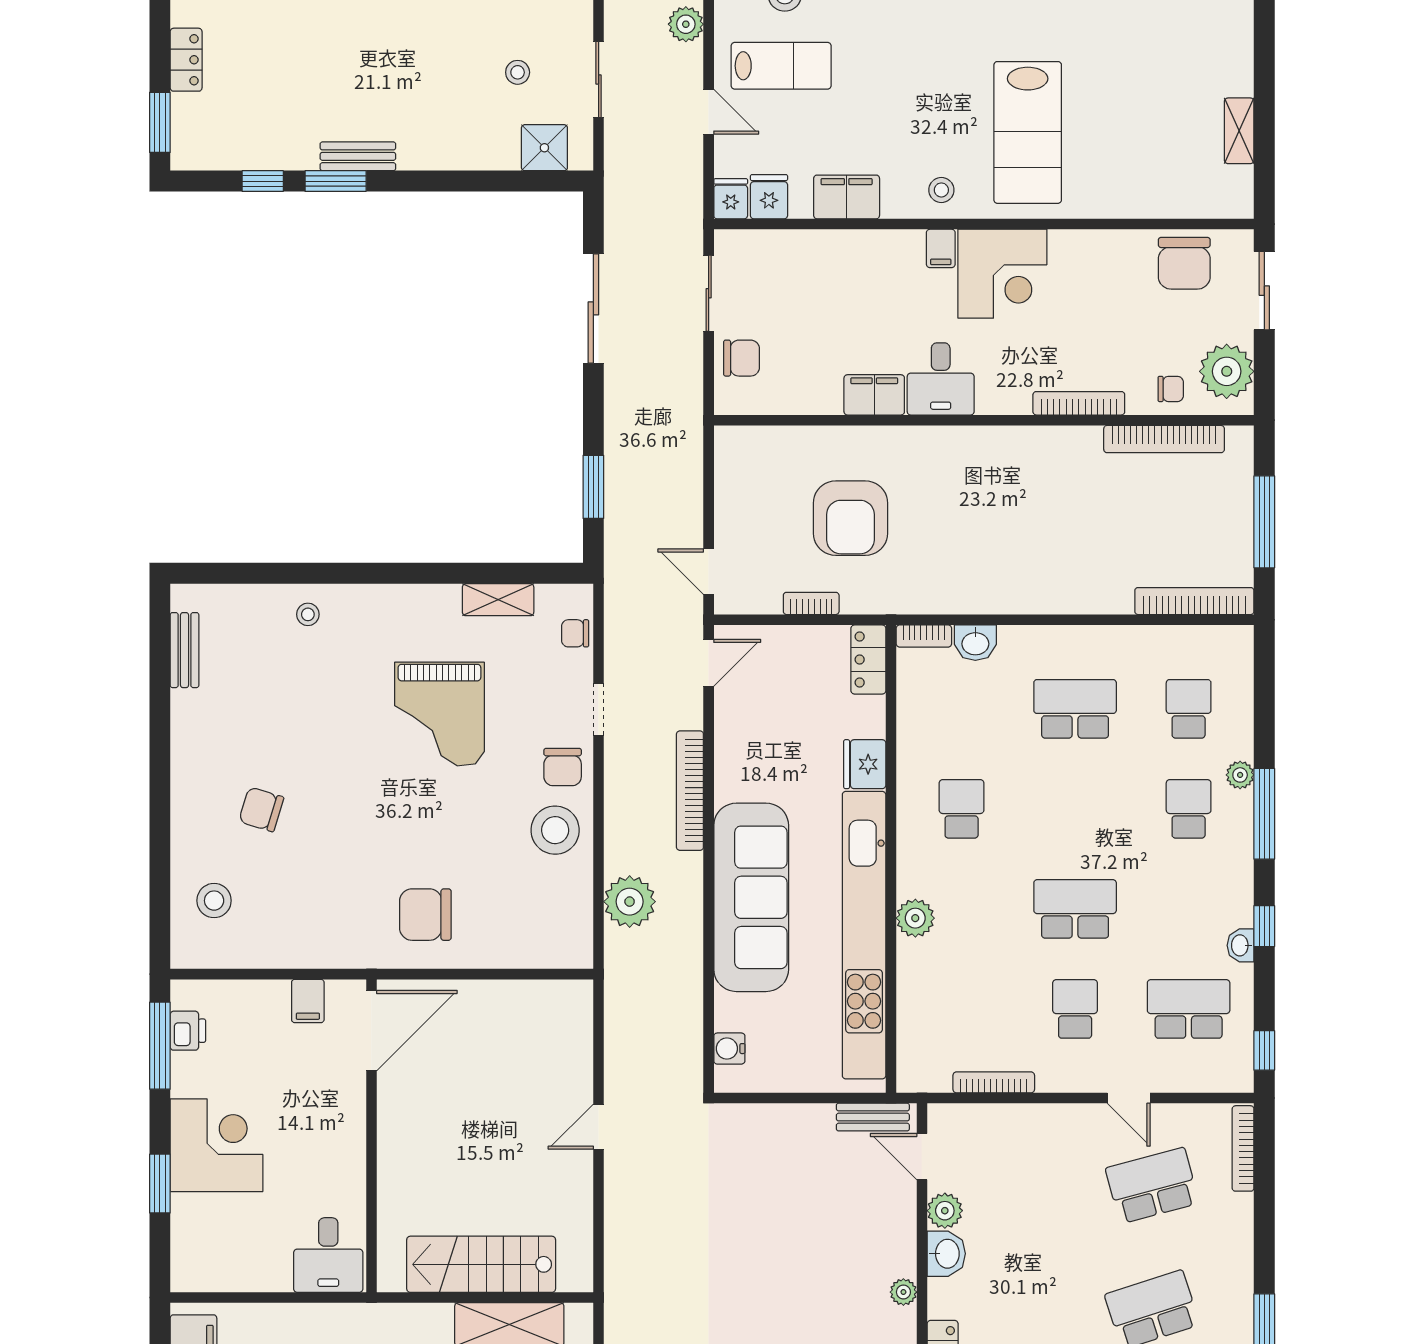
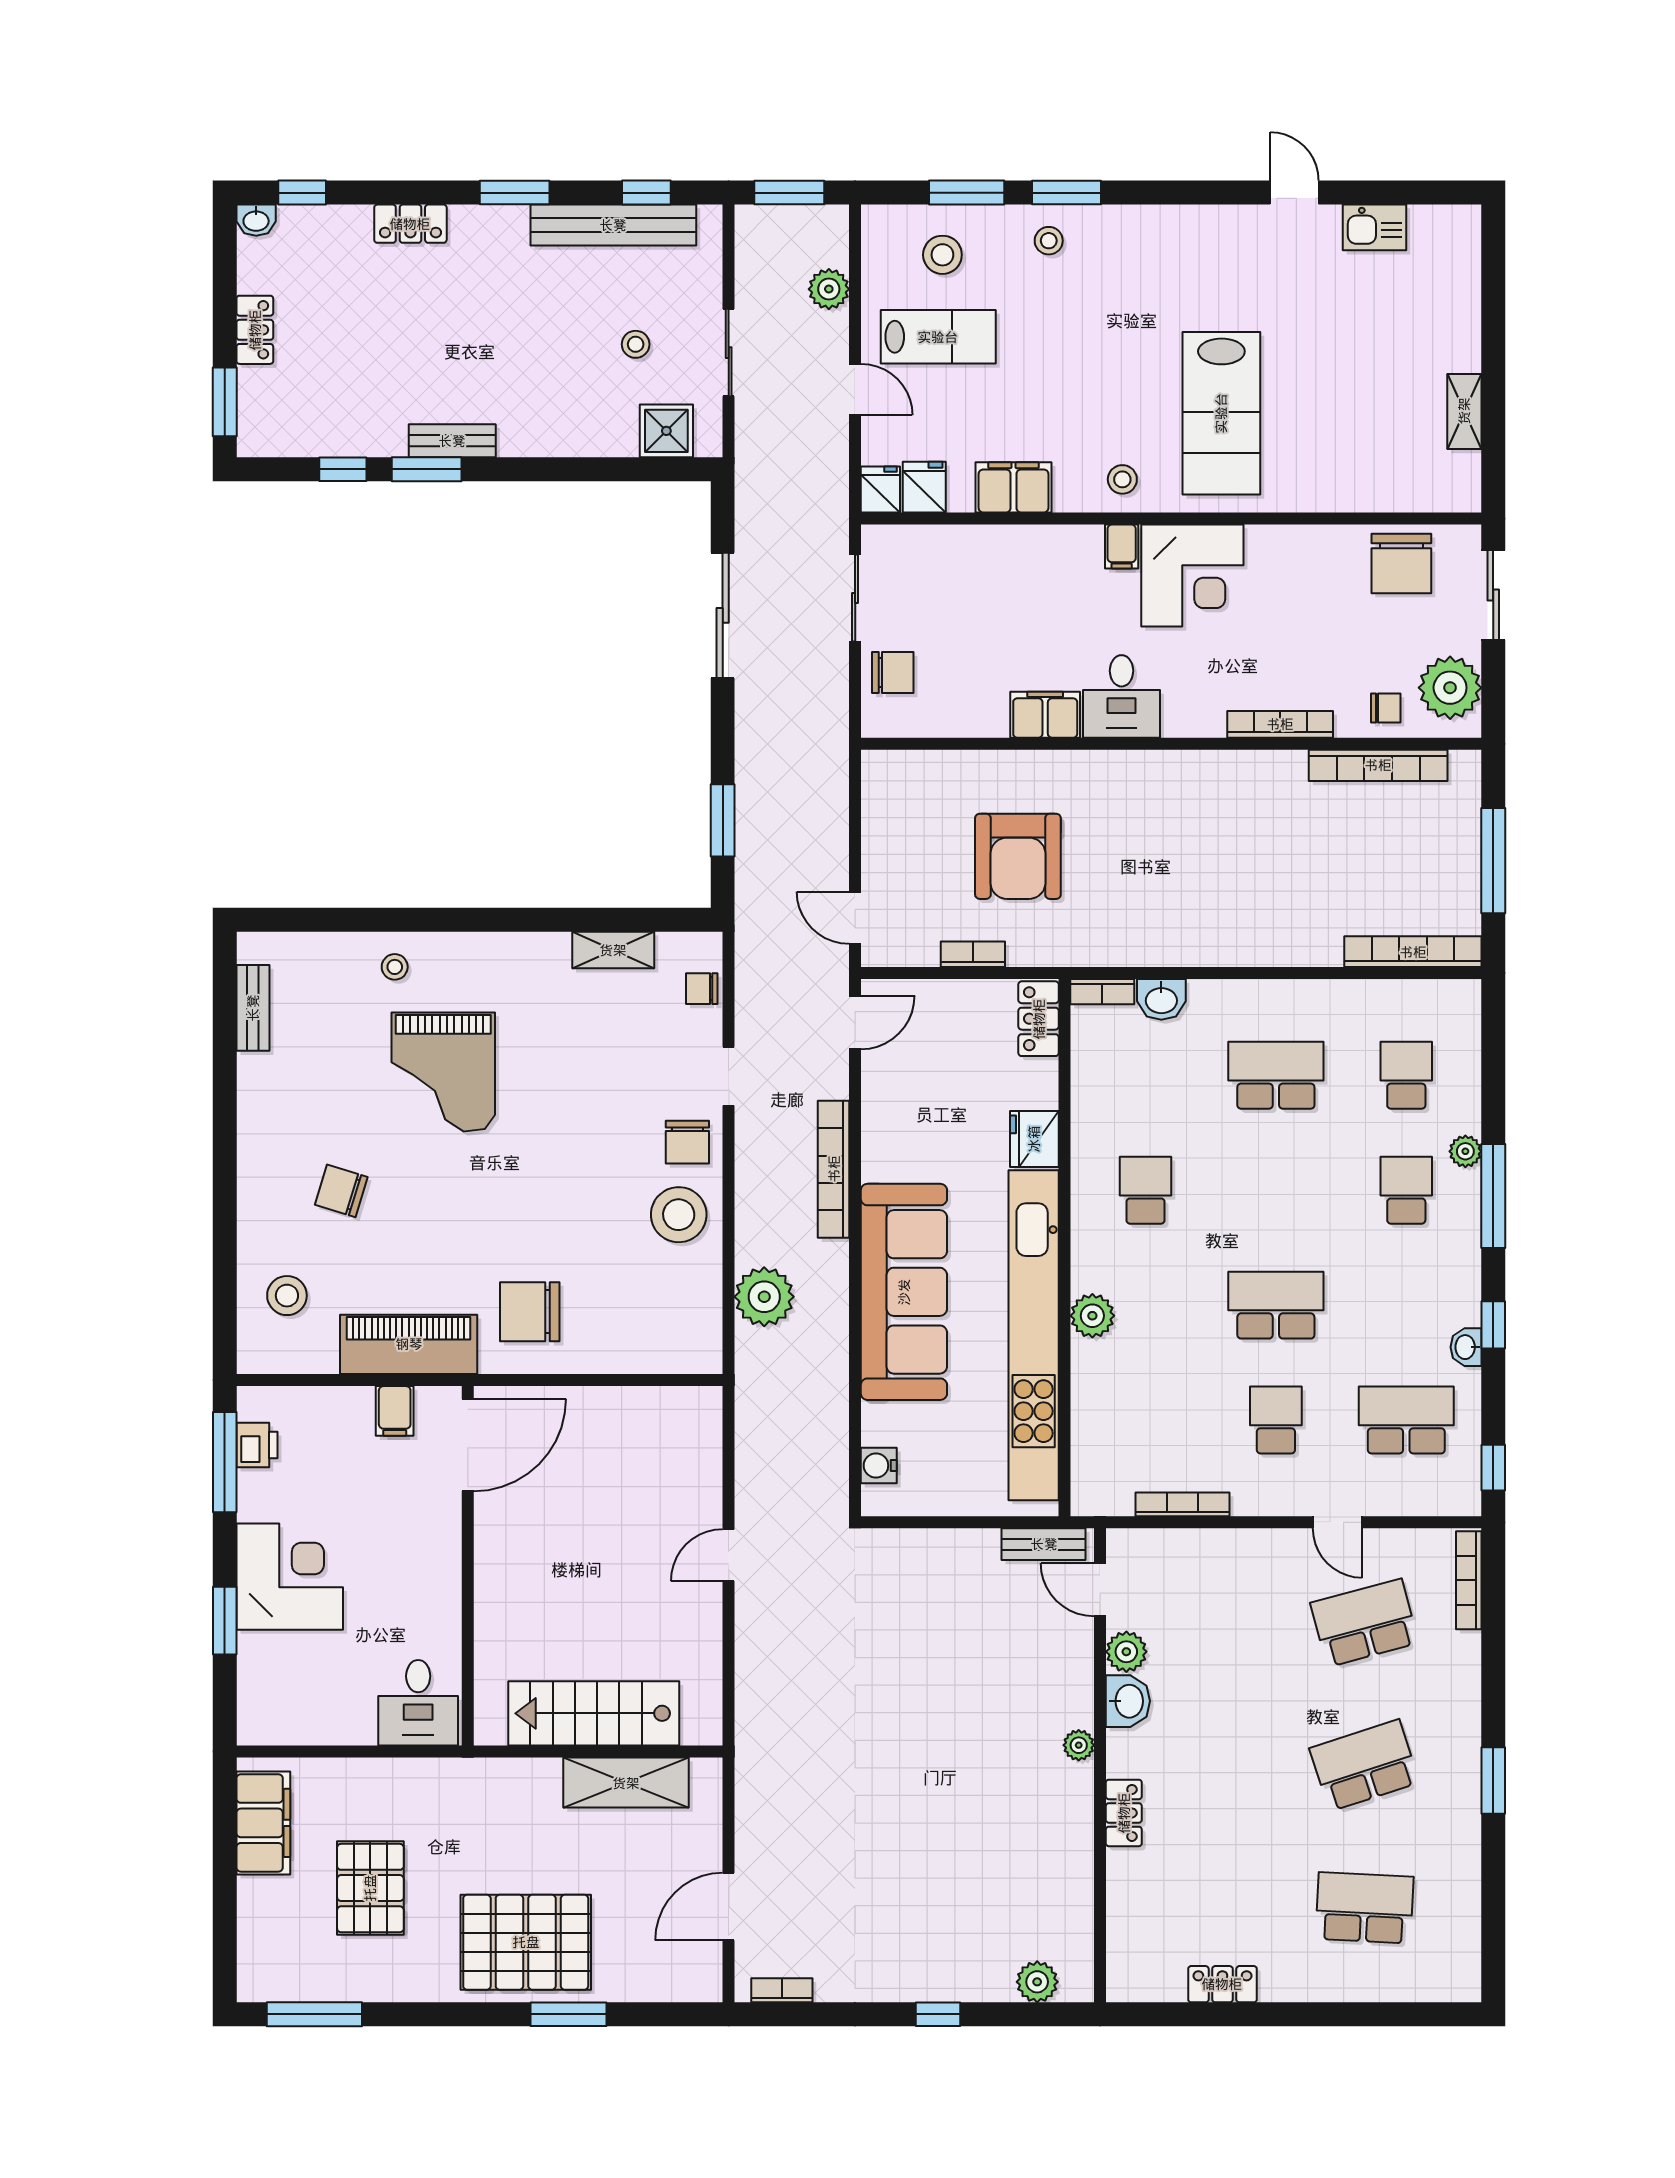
grand piano: (439, 714) -> (443, 1072), moved
piano: (320, 943) -> (409, 1344), added

